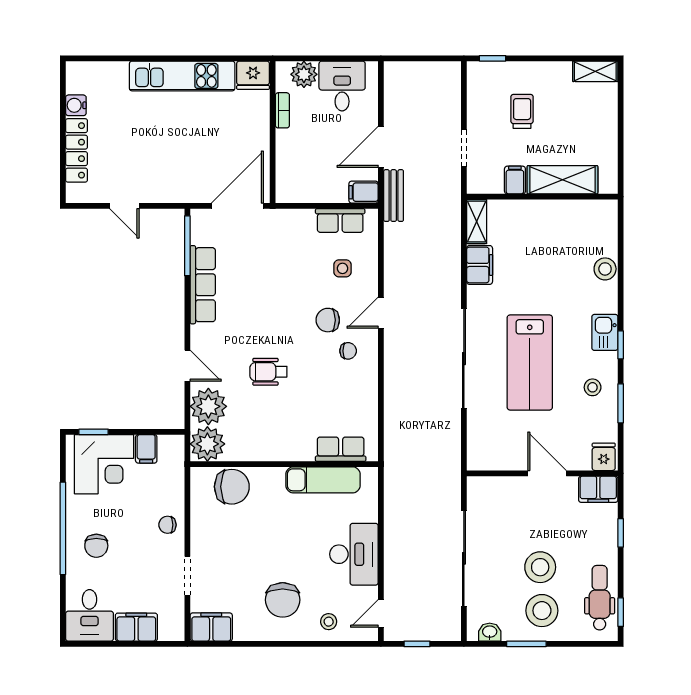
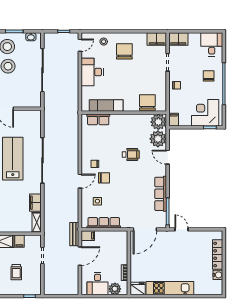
door: (124, 206) -> (181, 229), moved
row of seats: (340, 220) -> (104, 223), width x1.48
filing cabinet: (146, 449) -> (174, 120), moved
chair: (232, 487) -> (147, 103), turned 90
filing cabinet: (136, 627) -> (178, 39), moved

